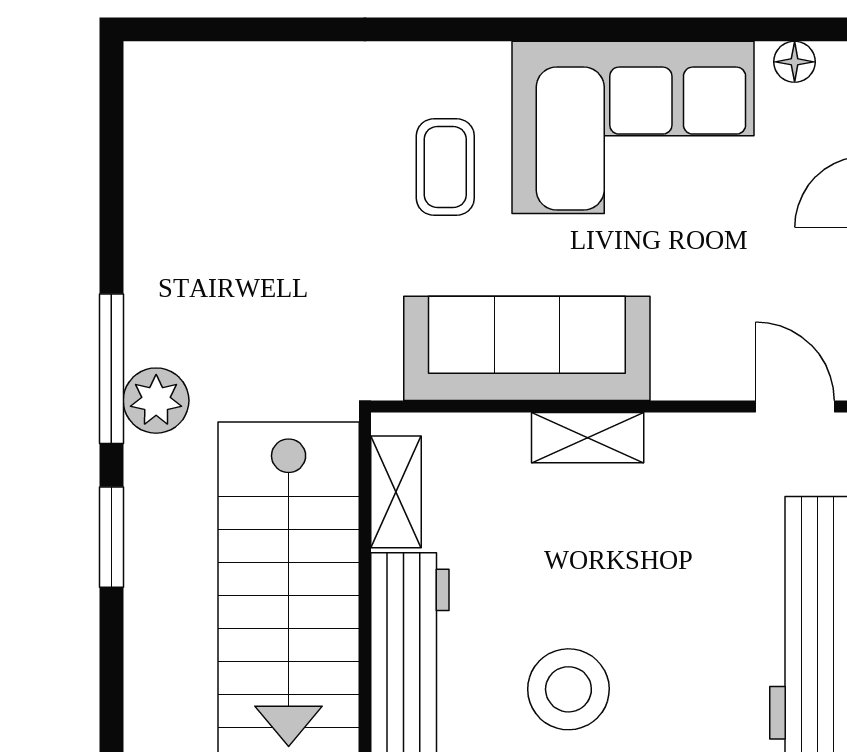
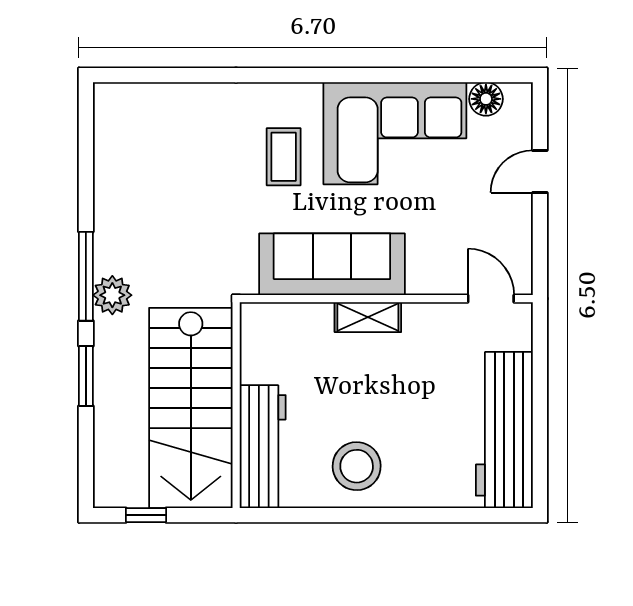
floor lamp: (795, 62) -> (486, 99), width x1.37, depth x1.37
shelving: (396, 492) -> (254, 349), removed

